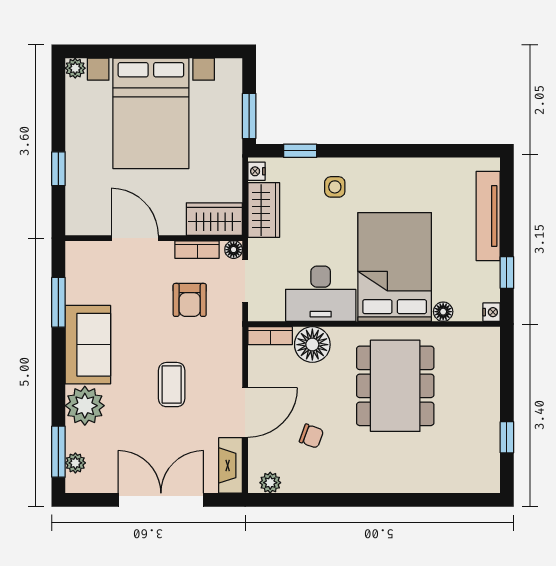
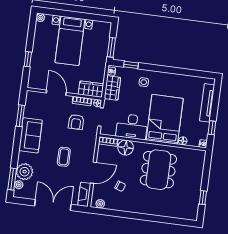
bed with nightstands: (151, 113) -> (70, 41), width x0.73
plant: (85, 406) -> (25, 172), moved

